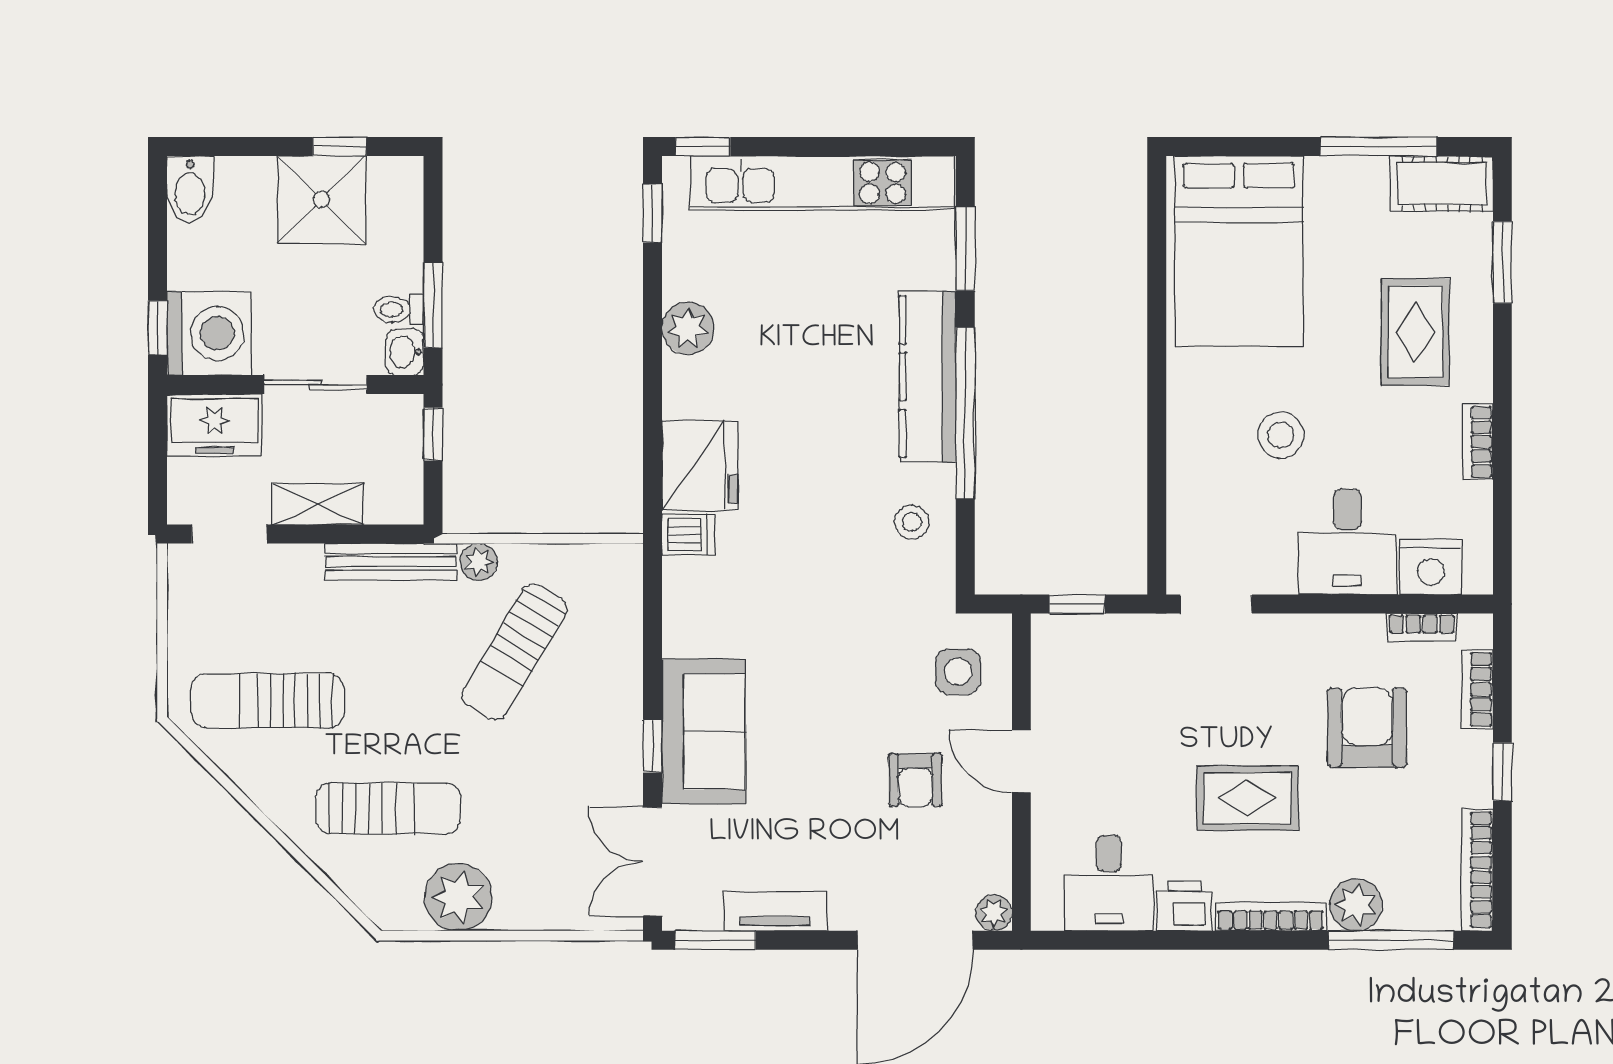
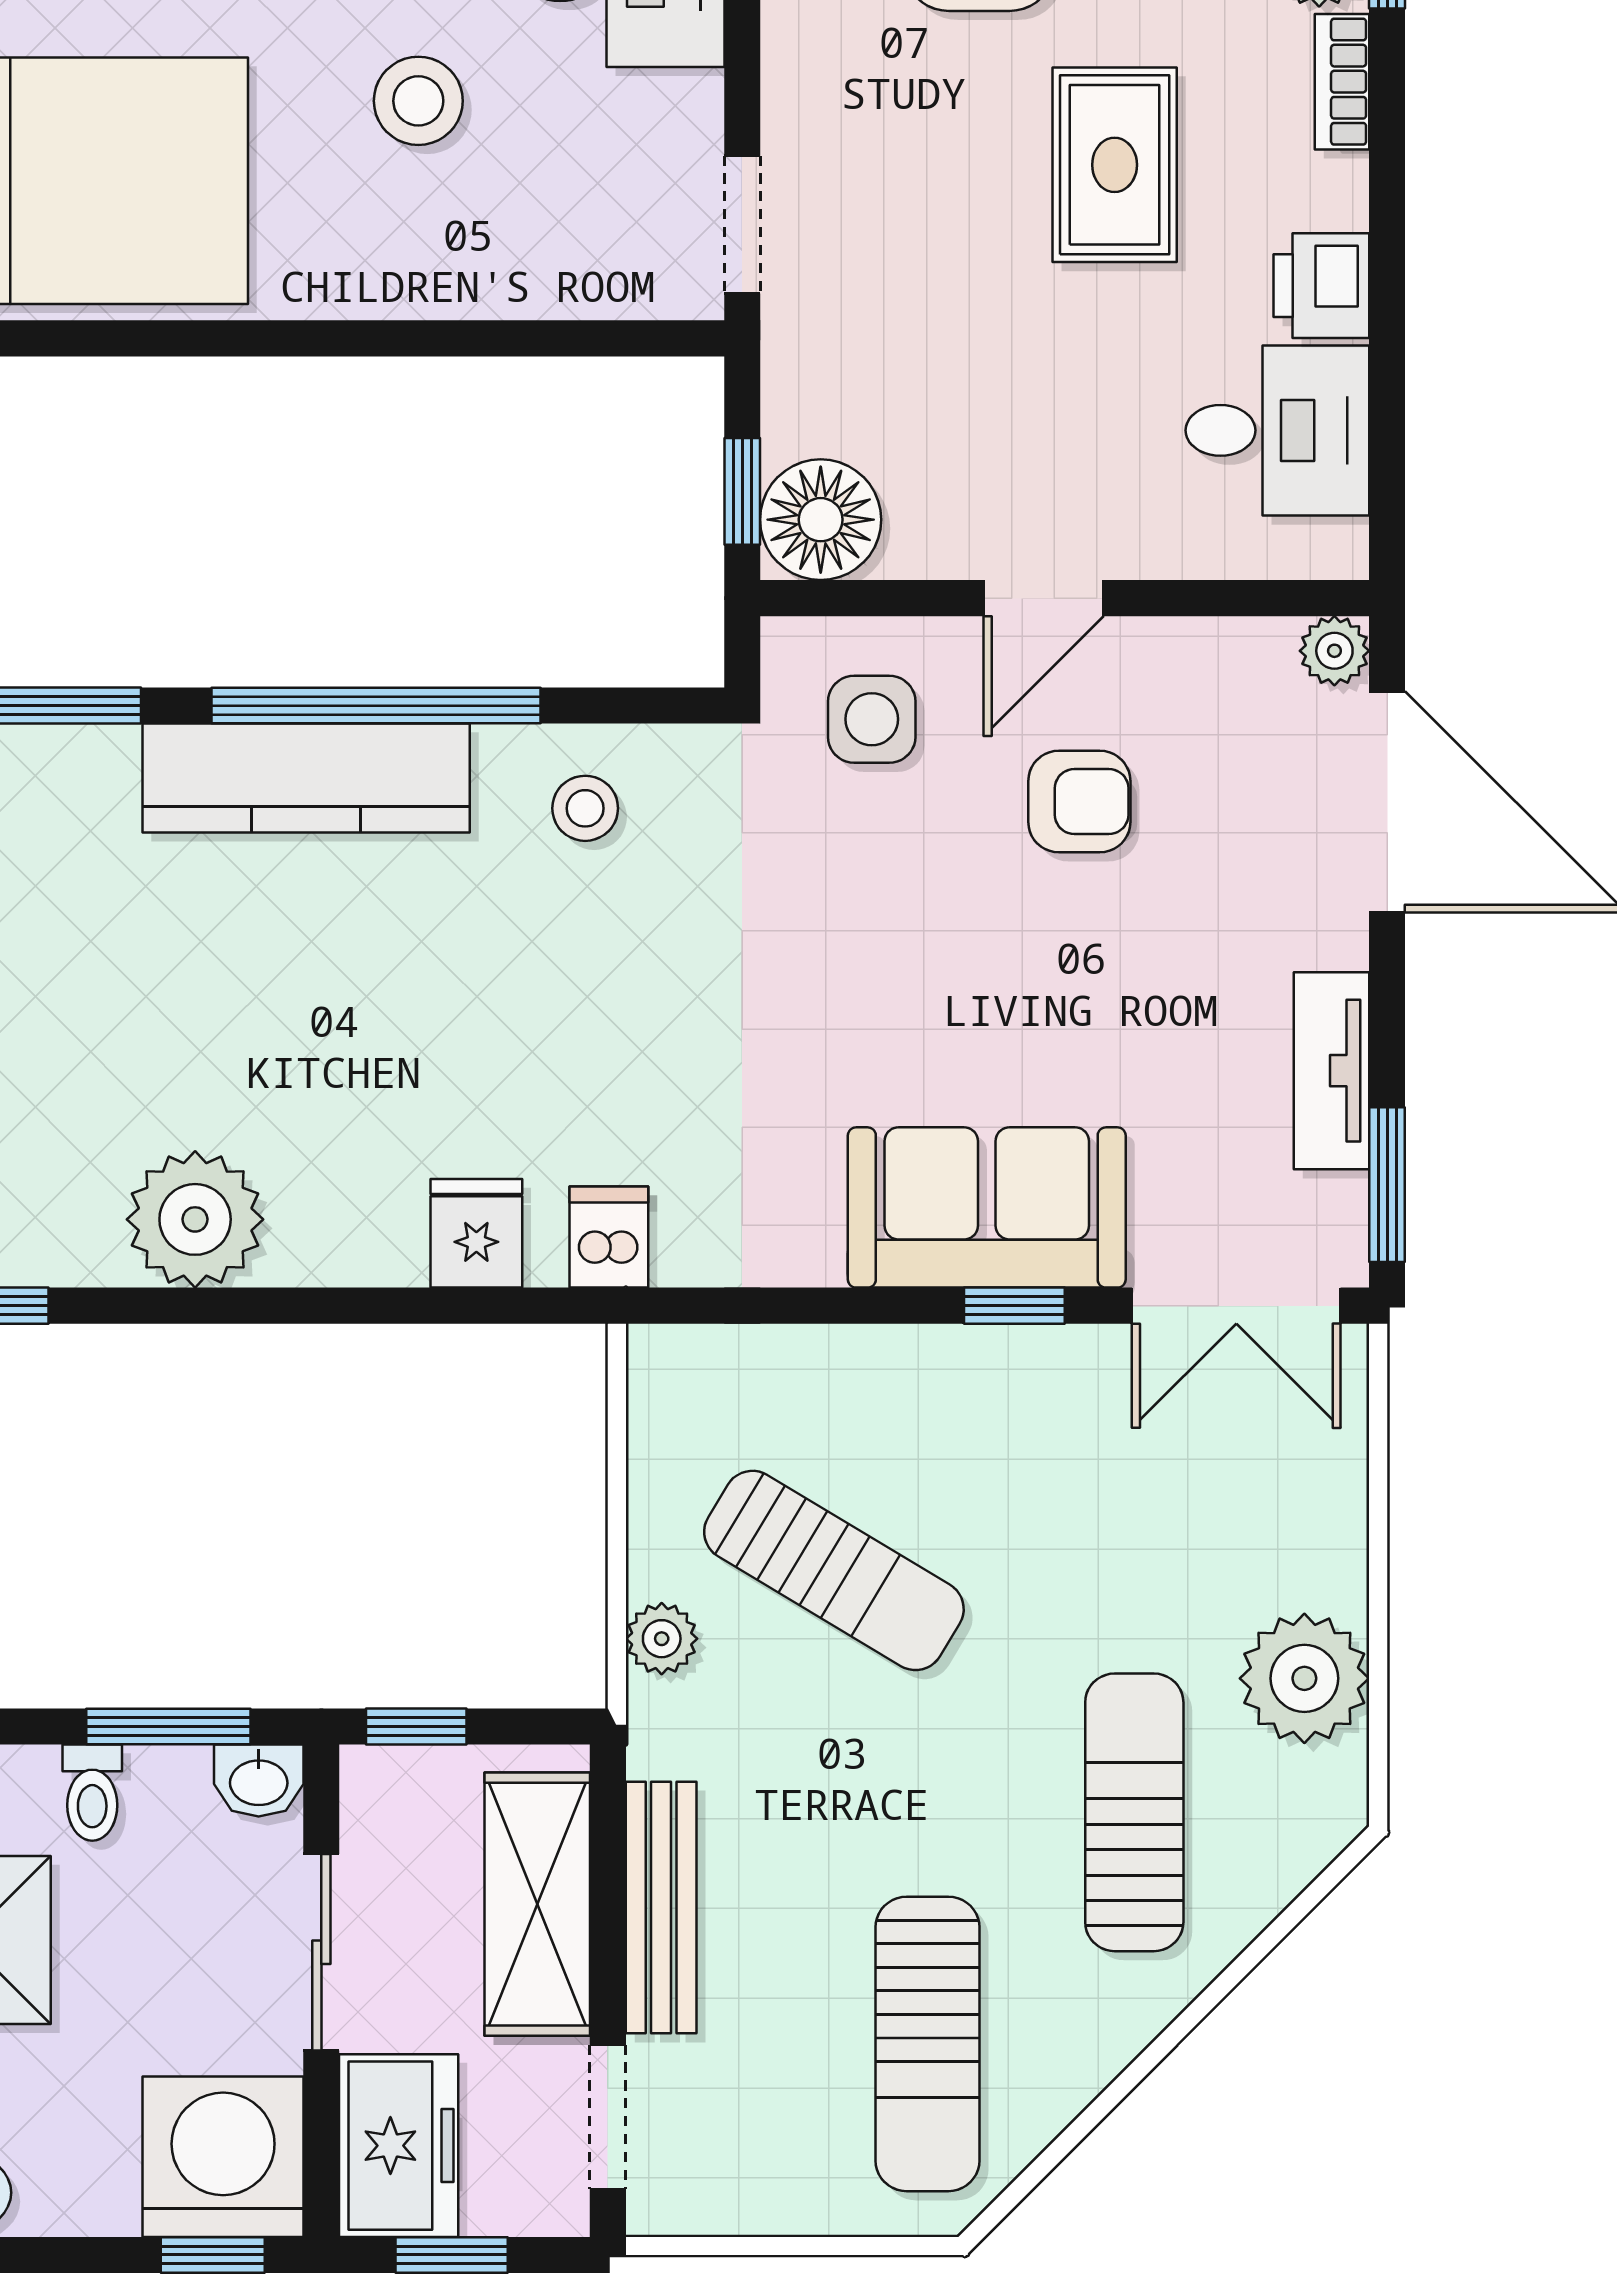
toilet: (399, 310) -> (92, 1793), moved
plant: (688, 328) -> (195, 1219), width x1.36, depth x1.36
window: (157, 453) -> (452, 2255), added
fridge: (700, 465) -> (476, 1233), width x0.53, depth x0.75
shelving: (318, 504) -> (537, 1904), width x1.50, depth x1.33
bench: (391, 562) -> (661, 1908), moved
floor lamp: (1062, 645) -> (821, 520), added
bookcase: (1271, 917) -> (1342, 82), width x0.64

